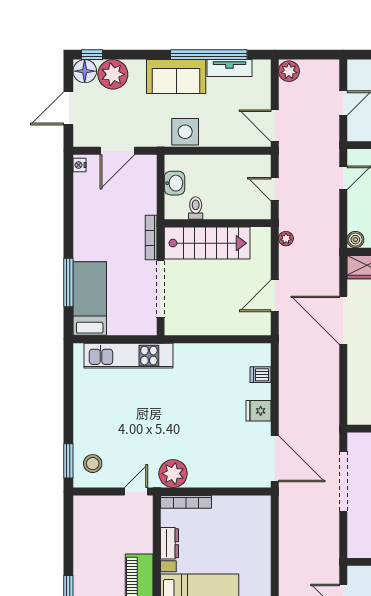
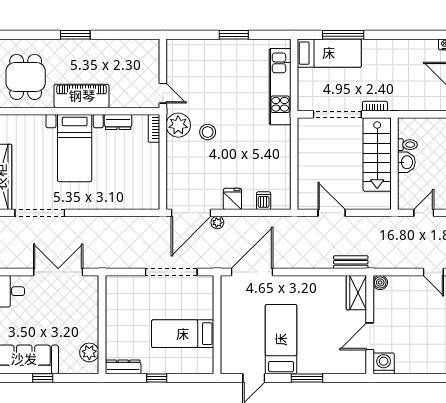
washbasin: (174, 183) -> (406, 162), moved, turned -90
bookcase: (151, 238) -> (375, 106), width x0.64
plant: (286, 239) -> (217, 223), moved
bench: (332, 274) -> (351, 262), added
door: (343, 320) -> (252, 272), moved
window: (68, 461) -> (234, 35), moved
stool: (93, 464) -> (208, 132), moved
bookcase: (186, 502) -> (154, 128), width x0.64

